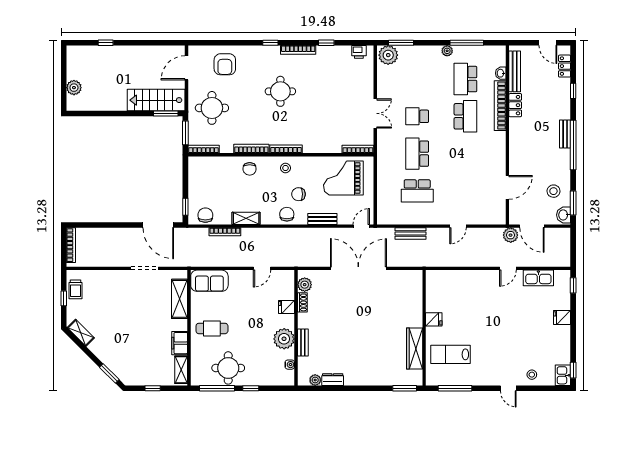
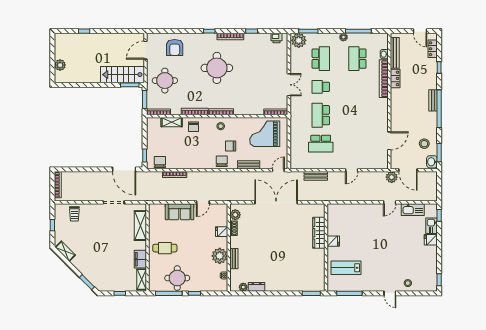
round table: (280, 91) -> (217, 68), width x1.36, depth x1.36
school desk: (465, 116) -> (321, 59), moved
shelving: (246, 218) -> (172, 122), moved
sofa: (209, 281) -> (180, 212), moved
trolley: (75, 289) -> (74, 214), moved
wardrobe: (415, 349) -> (319, 233), moved
kitchen sink: (563, 375) -> (431, 226), moved

